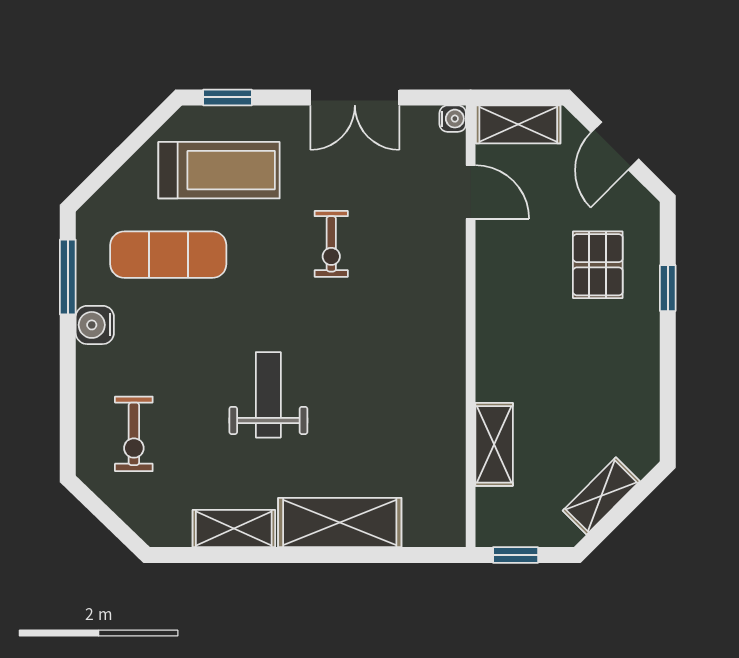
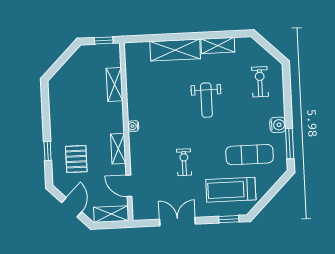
water cooler: (453, 119) -> (133, 126), moved
shelving: (601, 496) -> (118, 149), moved, turned -45

